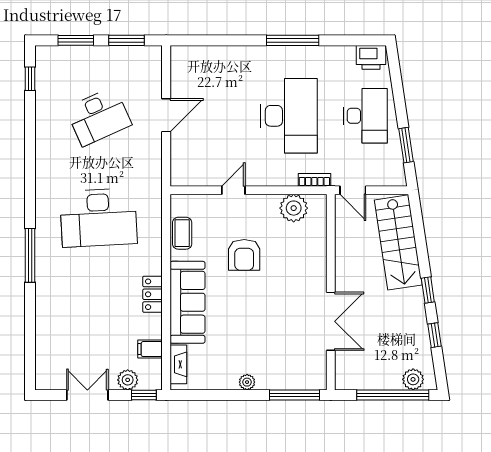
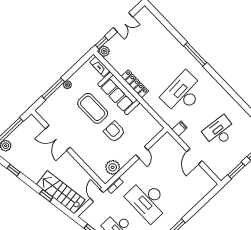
desk: (99, 116) -> (219, 131), turned 30
door: (353, 190) -> (97, 195), hinge flipped
coffee table: (182, 233) -> (93, 108), moved, width x1.86, depth x1.72
window: (428, 290) -> (46, 196), moved
locker: (153, 294) -> (135, 84), width x1.53
filing cabinet: (150, 349) -> (180, 129), moved
plant: (128, 380) -> (104, 51), moved
window: (294, 395) -> (53, 89), moved

